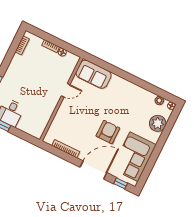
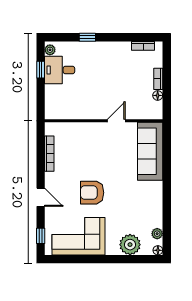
sofa: (94, 74) -> (150, 151), width x1.36
door: (66, 90) -> (116, 121), swing flipped
armchair: (108, 132) -> (92, 193), turned 180
door: (93, 170) -> (41, 197), width x0.53

